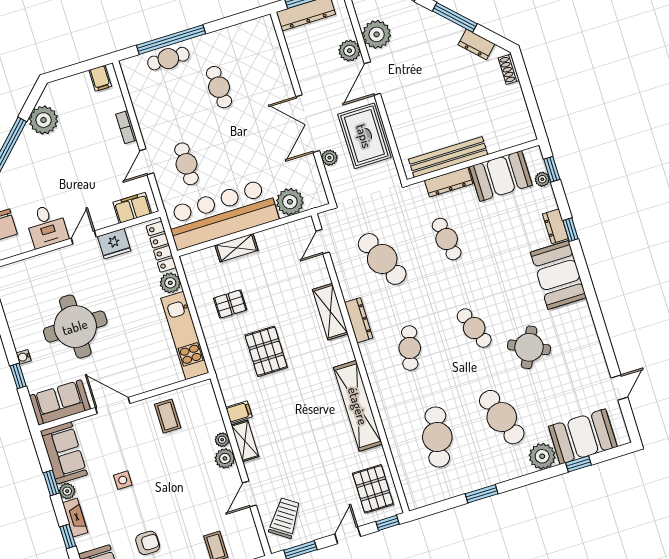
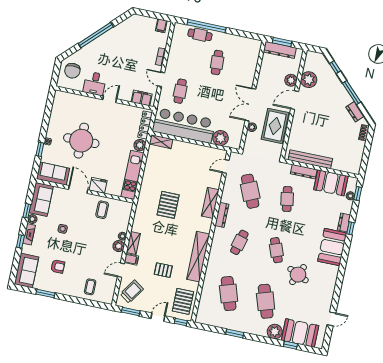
plant: (44, 120) -> (122, 31), removed
door: (147, 162) -> (161, 79), hinge flipped
fridge: (114, 244) -> (98, 185), moved, turned 180
shelving: (236, 248) -> (161, 142), moved
pallet: (230, 304) -> (163, 270), moved
filing cabinet: (239, 412) -> (131, 259), moved
cafe table: (437, 437) -> (229, 294), turned -30

